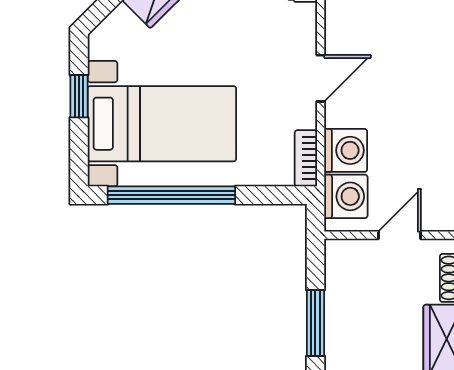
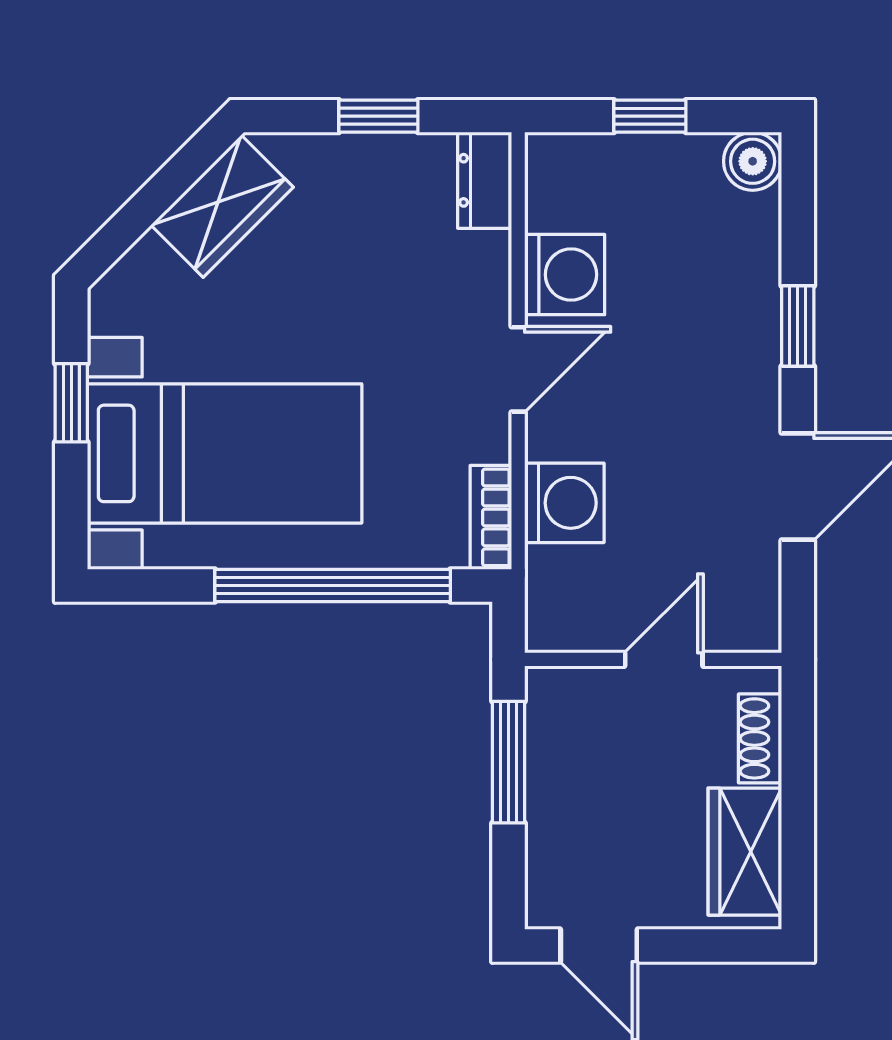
window: (171, 195) -> (333, 585), moved
washing machine: (346, 196) -> (565, 275), moved
window: (315, 323) -> (508, 762), moved

